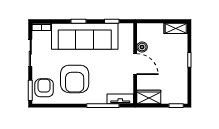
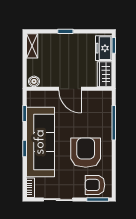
boiler: (142, 47) -> (34, 81), moved
door: (135, 64) -> (70, 89), swing flipped
armchair: (75, 79) -> (86, 153), turned -90
freezer: (173, 96) -> (104, 48), added
tv unit: (120, 99) -> (107, 104), removed

